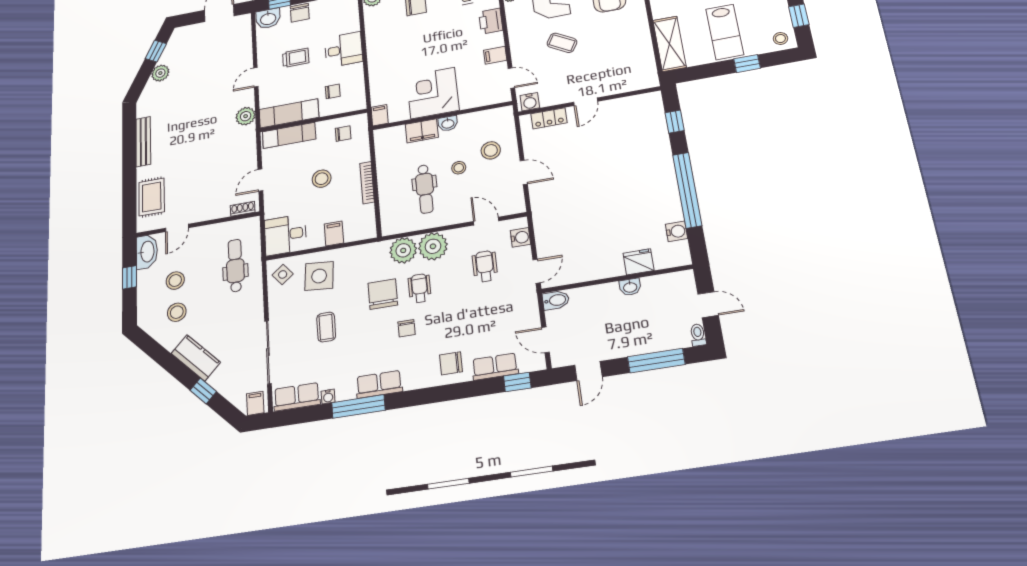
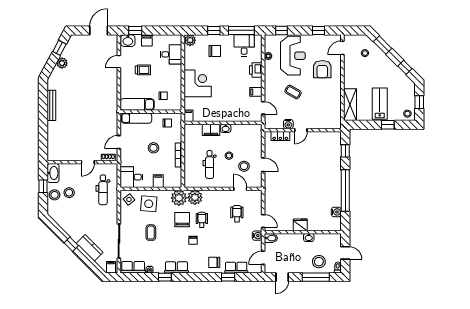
lab bench: (725, 32) -> (380, 104), turned 180
desk: (344, 50) -> (171, 54), moved
door: (256, 77) -> (119, 62), moved
corner desk: (433, 93) -> (198, 83), moved, turned 90
water cooler: (530, 102) -> (288, 124), moved
plant: (246, 116) -> (112, 101), removed
stool: (491, 150) -> (244, 166), moved
rug: (152, 197) -> (56, 141), removed
door: (177, 228) -> (88, 162), moved
water cooler: (520, 237) -> (257, 236), moved
plant: (433, 246) -> (179, 198), moved
fridge: (638, 262) -> (300, 225), moved
dental chair: (235, 266) -> (103, 190), turned 180
door: (537, 271) -> (263, 221), hinge flipped
stool: (177, 312) -> (55, 195), moved
stool: (658, 330) -> (319, 262), added
door: (546, 340) -> (263, 258), hinge flipped
kitchen counter: (196, 358) -> (90, 248), moved
window: (517, 382) -> (228, 277), moved
window: (203, 391) -> (71, 244), moved
window: (358, 406) -> (165, 277), width x0.46

